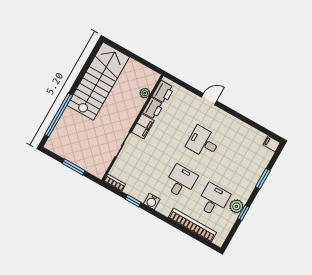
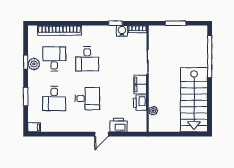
printer: (163, 92) -> (119, 125), moved, turned 90
desk: (236, 161) -> (54, 99), added
desk: (213, 200) -> (54, 59), turned 180
water cooler: (152, 201) -> (122, 31), moved

